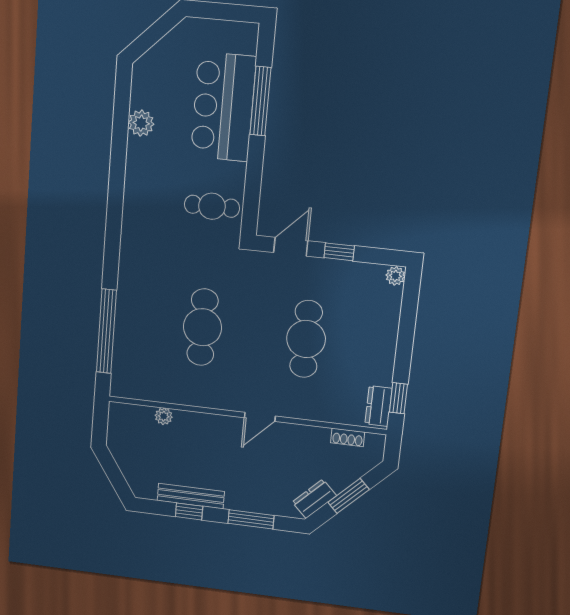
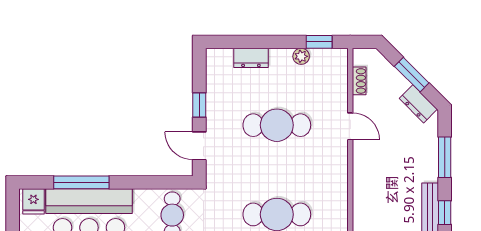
fridge: (243, 40) -> (33, 201), added
plant: (395, 276) -> (301, 56), moved
dresser: (378, 406) -> (251, 58), moved
door: (260, 417) -> (350, 126), moved

